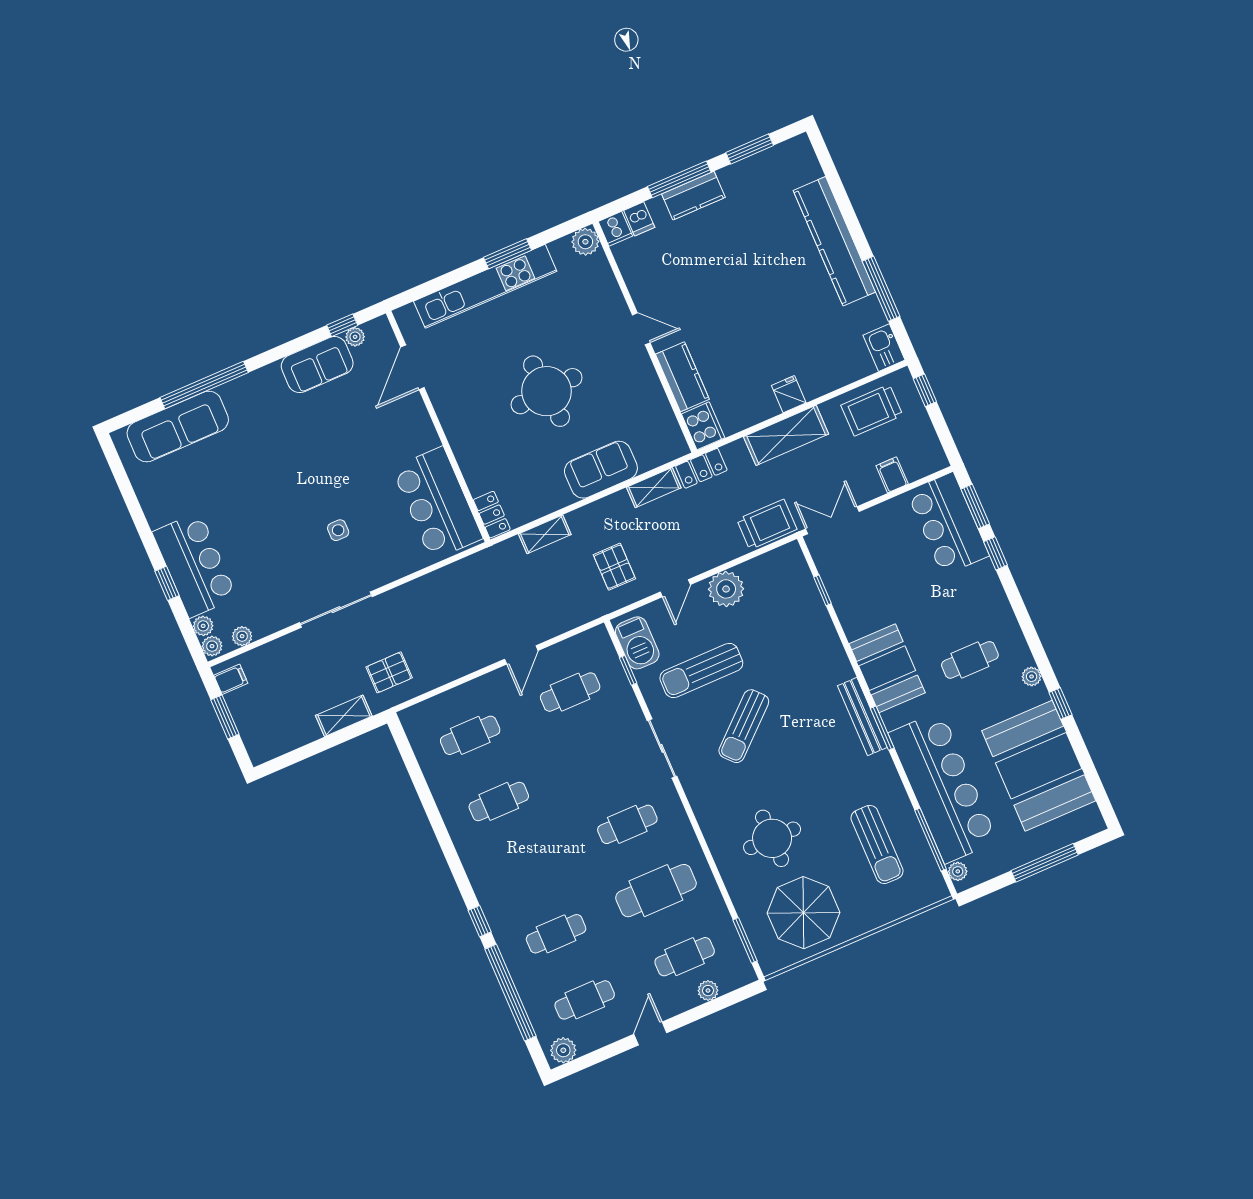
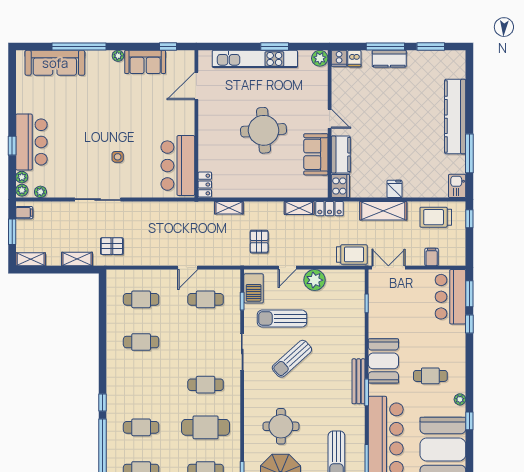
plant: (355, 337) -> (118, 56), moved
sofa: (601, 470) -> (316, 154), moved, turned -90
shelving: (272, 747) -> (31, 259), added

